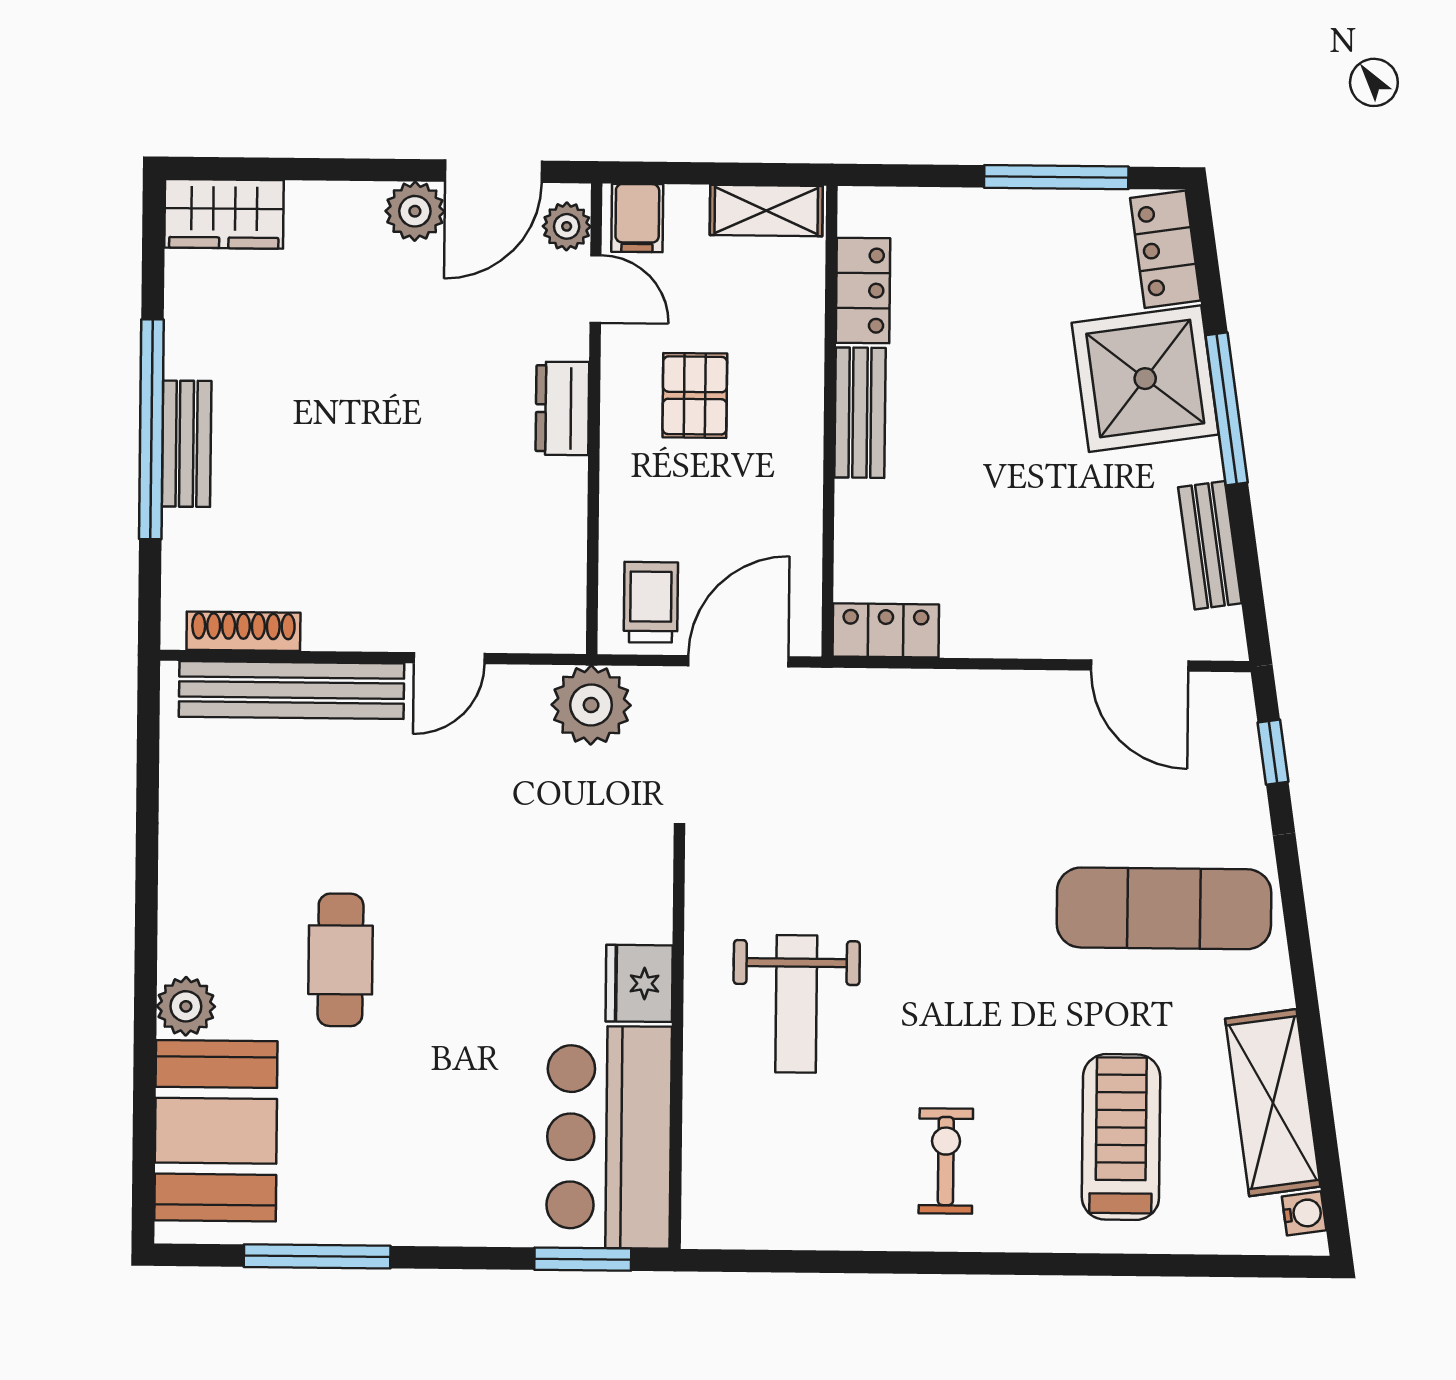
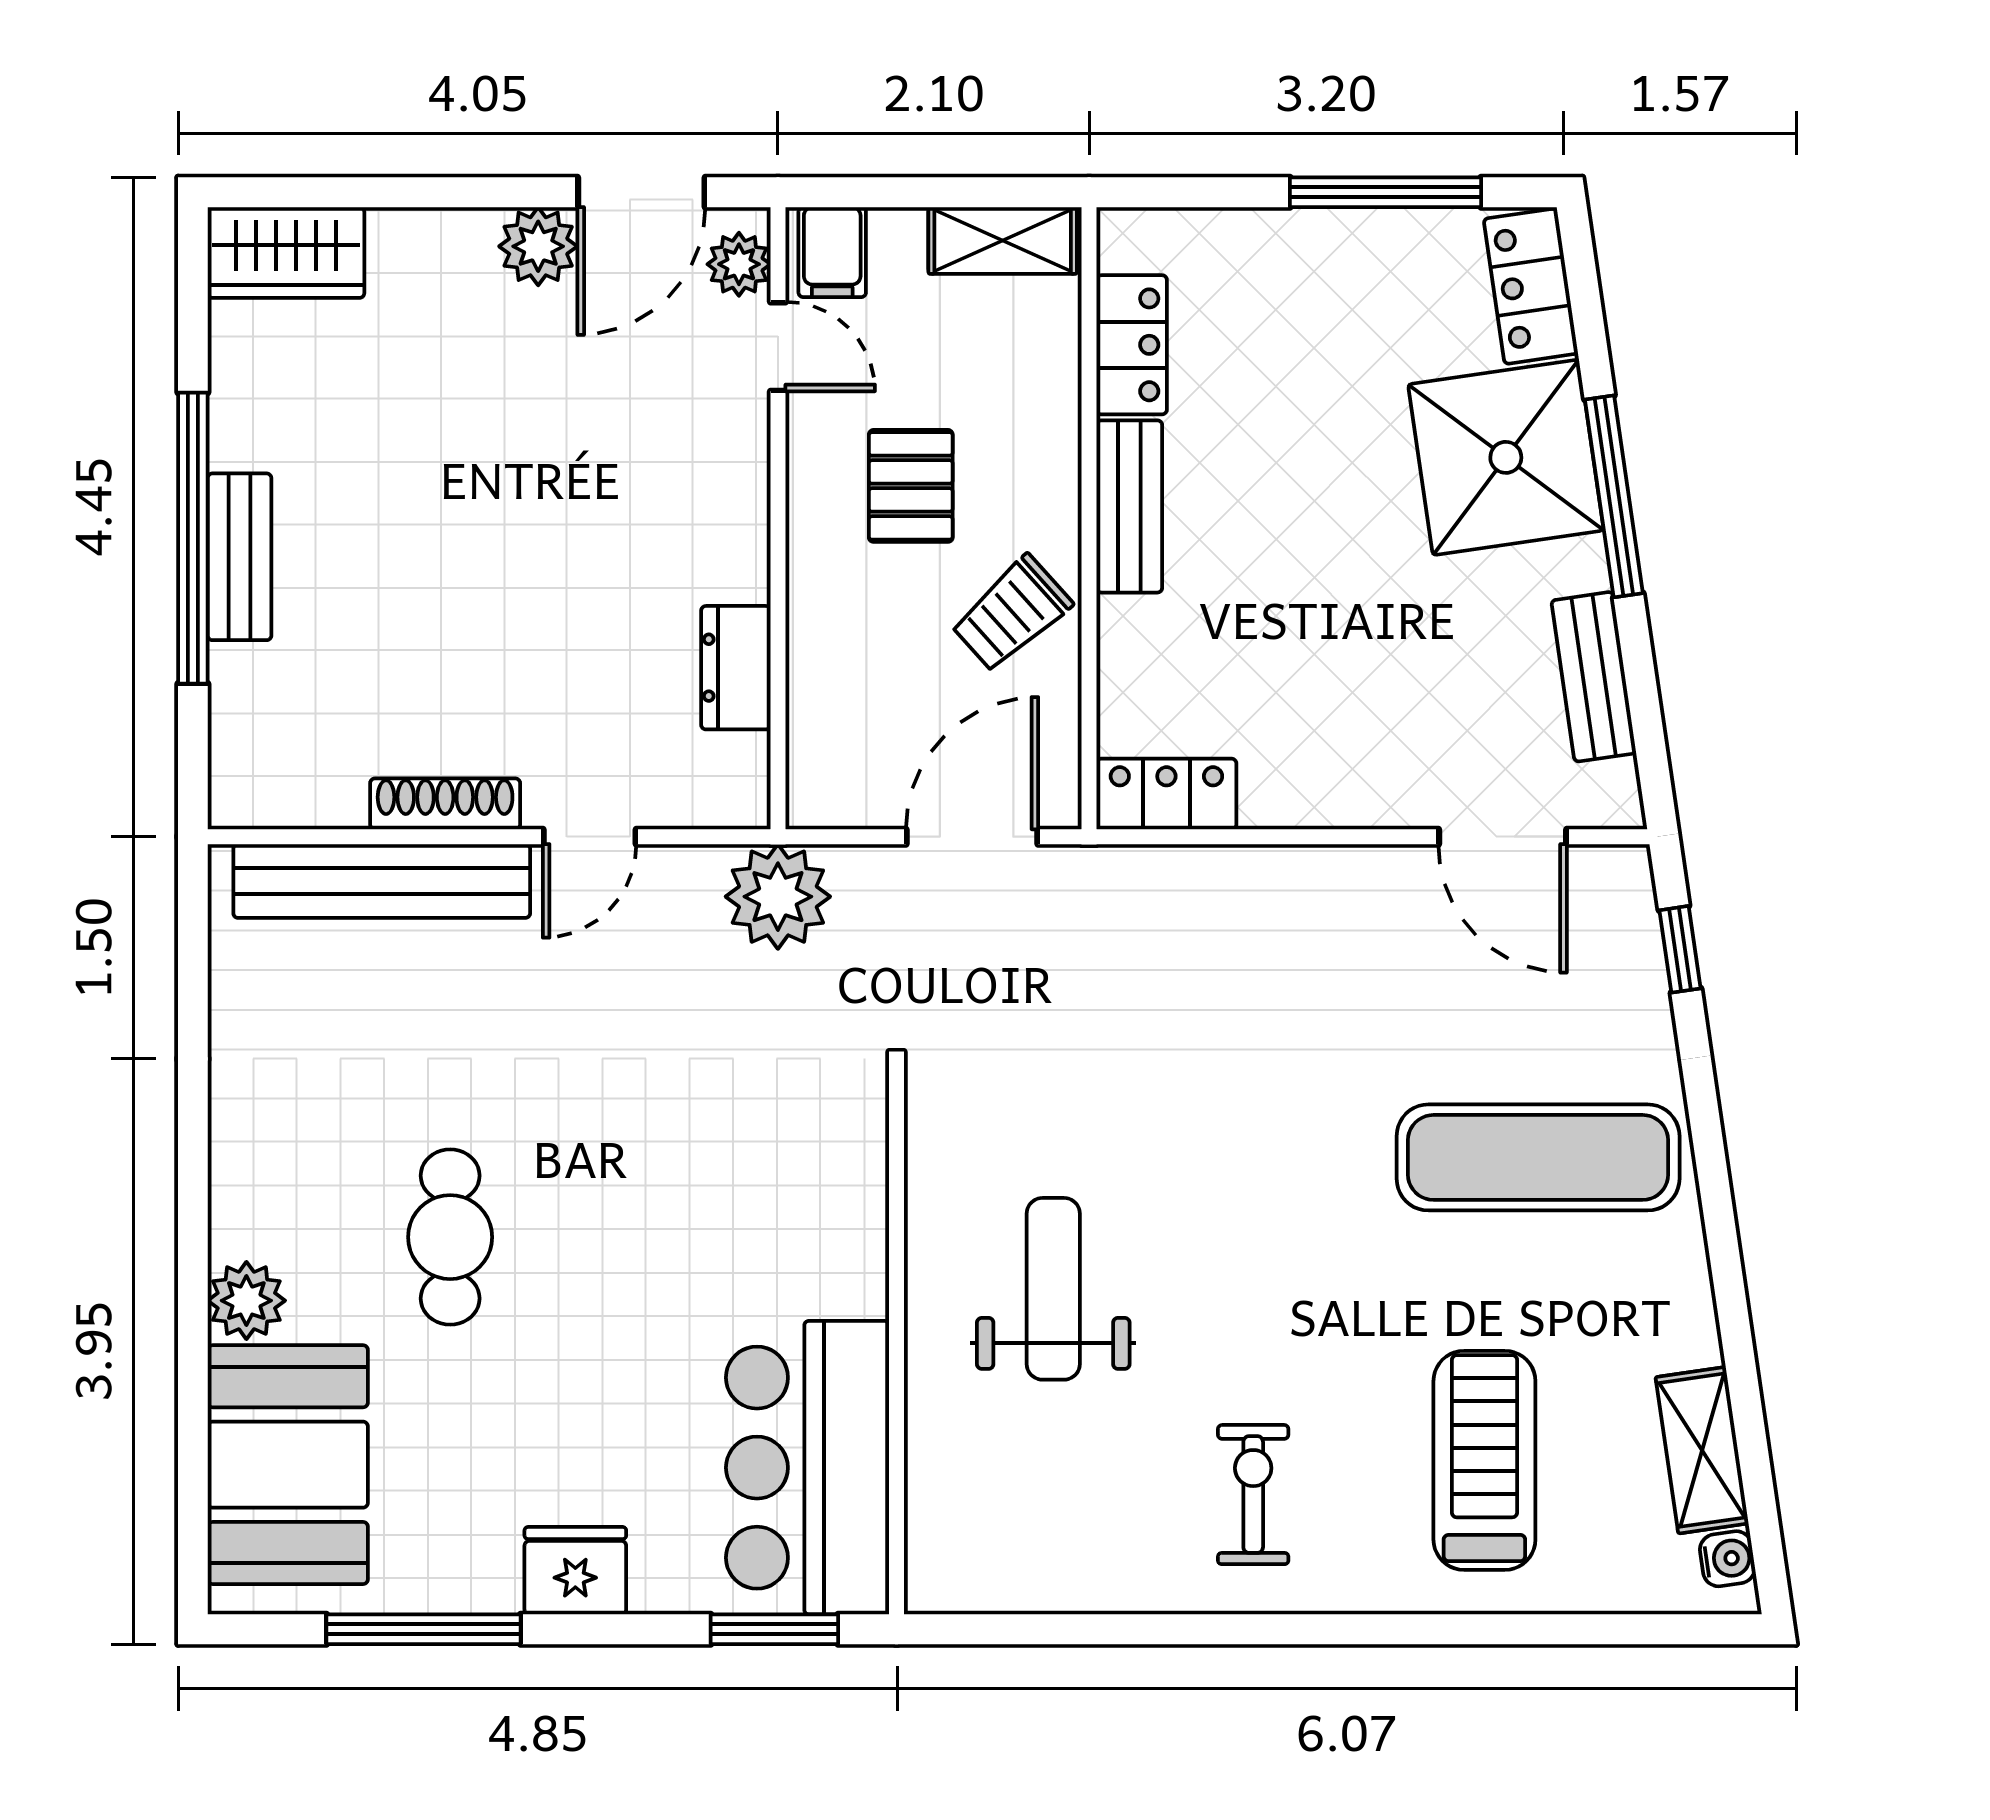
dresser: (562, 408) -> (736, 668), moved
trolley: (651, 602) -> (1012, 614), moved, turned -132
shoe rack: (243, 631) -> (445, 804), moved
fridge: (639, 983) -> (575, 1571), moved, turned 90
weight bench: (796, 1004) -> (1053, 1289), turned 180
shelving: (1273, 1103) -> (1702, 1450), width x0.67, depth x0.75

